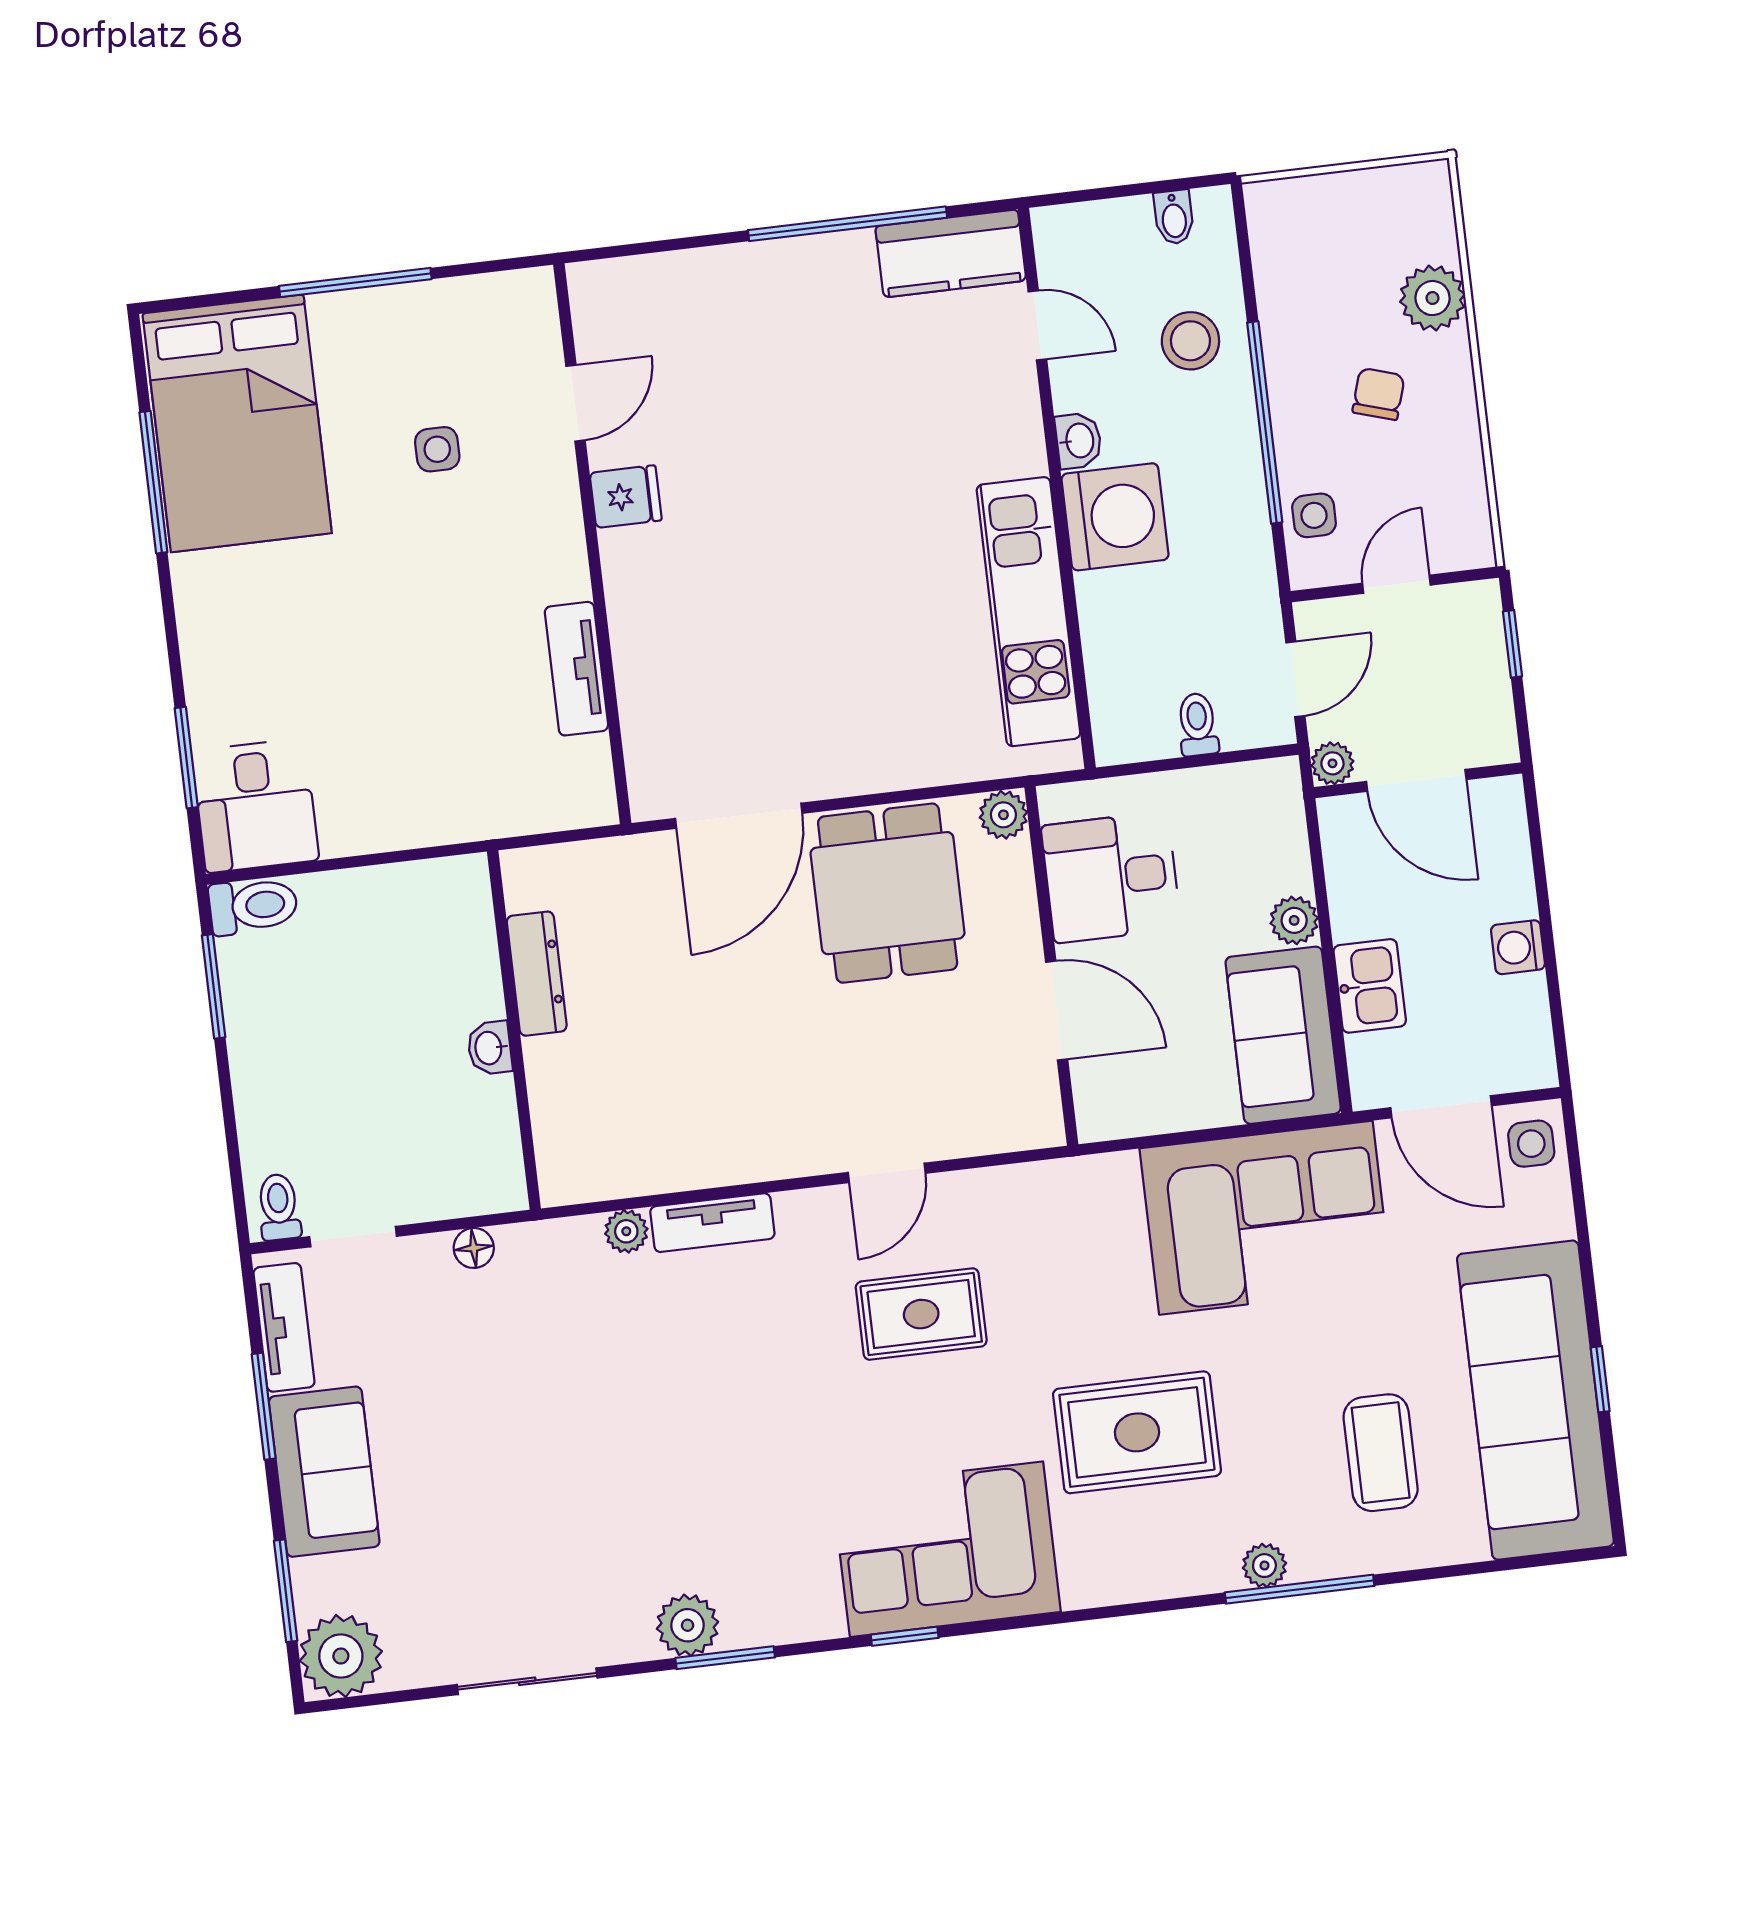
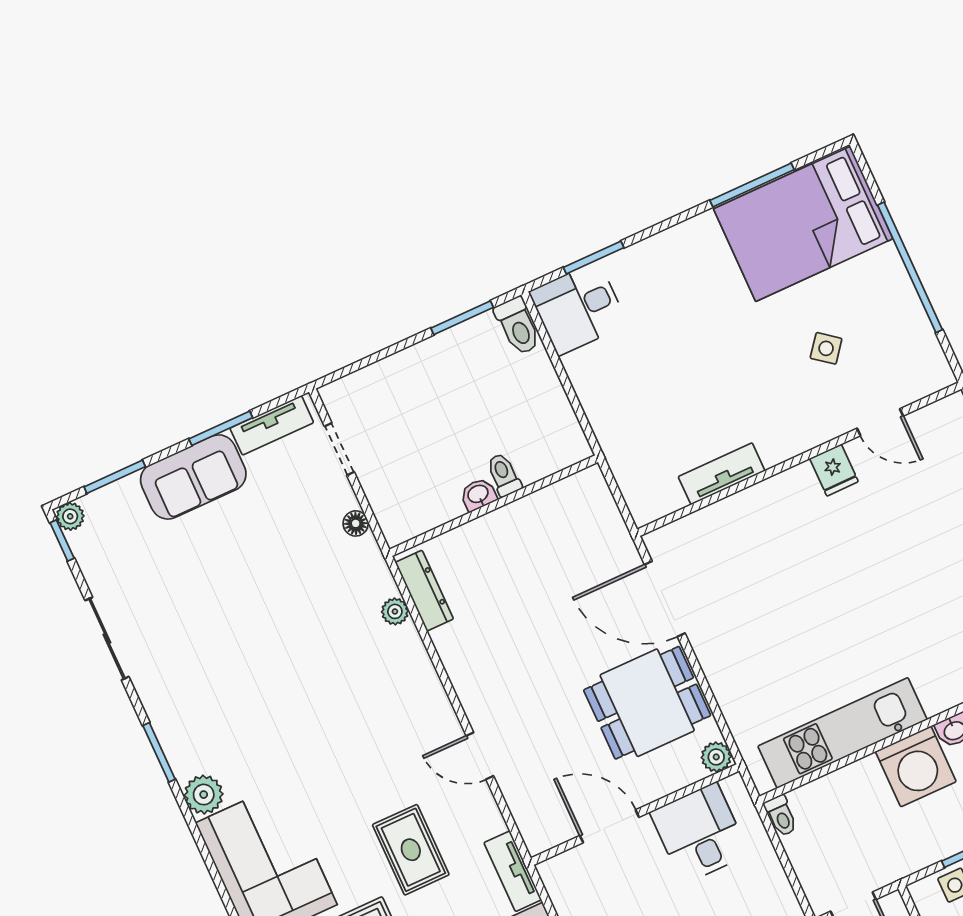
window: (355, 283) -> (910, 267), width x1.46
side table: (437, 449) -> (826, 348), turned 38
toilet: (1198, 724) -> (781, 816), moved, turned 90
dresser: (537, 974) -> (424, 591), moved, turned -90
door: (1057, 1011) -> (609, 826), swing flipped
toilet: (279, 1207) -> (504, 475), moved, turned -90
tv unit: (712, 1223) -> (513, 871), moved
rug: (921, 1314) -> (411, 850), moved
plant: (688, 1625) -> (204, 795), moved
window: (905, 1636) -> (62, 541), moved
plant: (341, 1656) -> (70, 516), width x0.53, depth x0.53

